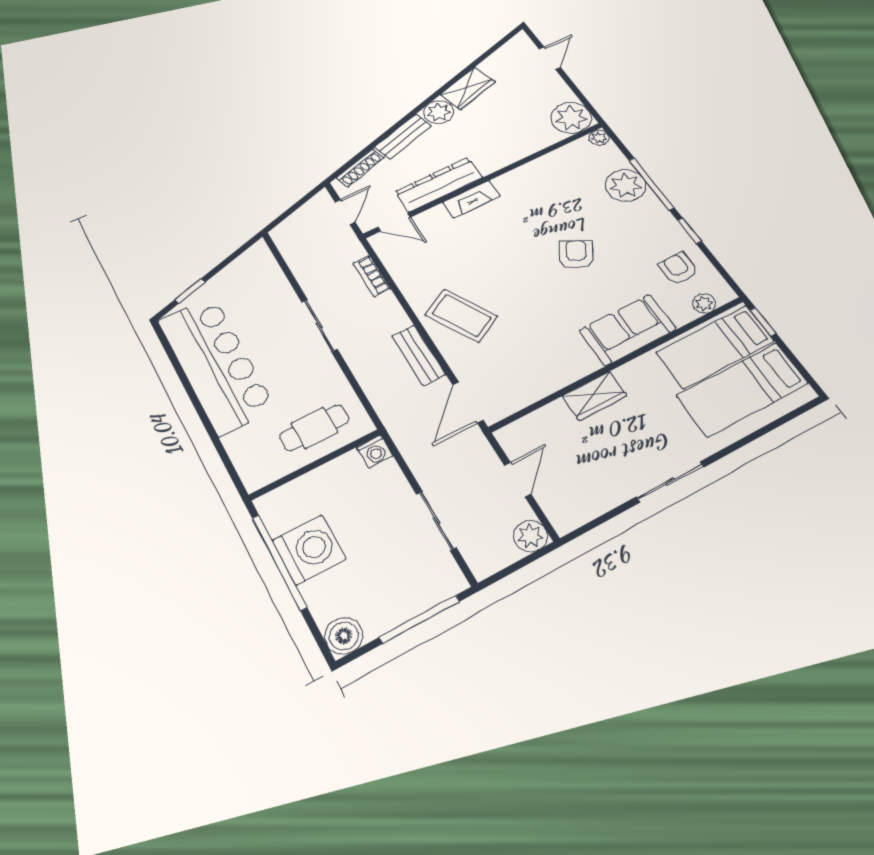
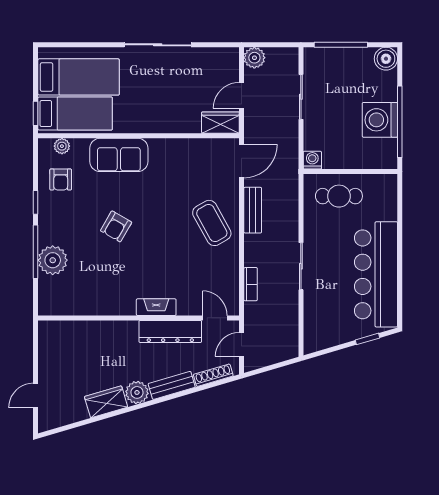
plant: (571, 118) -> (53, 336), removed
plant: (599, 138) -> (45, 308), removed
wardrobe: (594, 396) -> (220, 123), moved
sliding door: (670, 482) -> (158, 45), width x1.37

